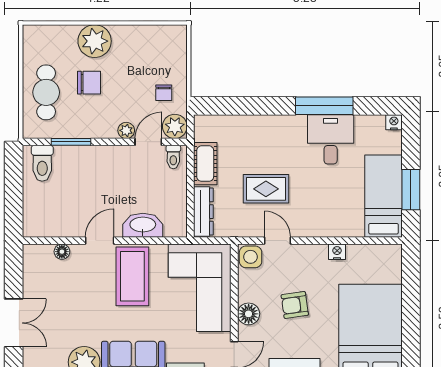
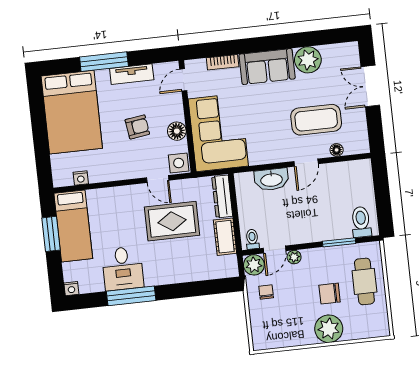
rug: (266, 189) -> (172, 221), width x1.36, depth x1.43
nightstand: (337, 252) -> (81, 178), moved
coffee table: (132, 276) -> (316, 120), moved, turned 90
floor lamp: (249, 314) -> (177, 131), moved

